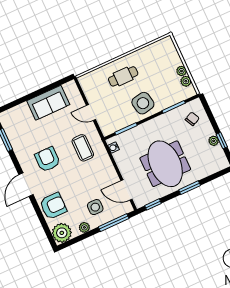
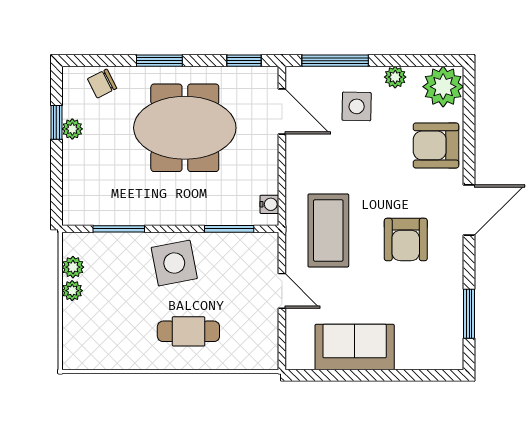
chair: (192, 119) -> (102, 84), moved
coffee table: (83, 148) -> (328, 230), width x1.36, depth x1.32
meeting table: (165, 164) -> (185, 128), turned 90

